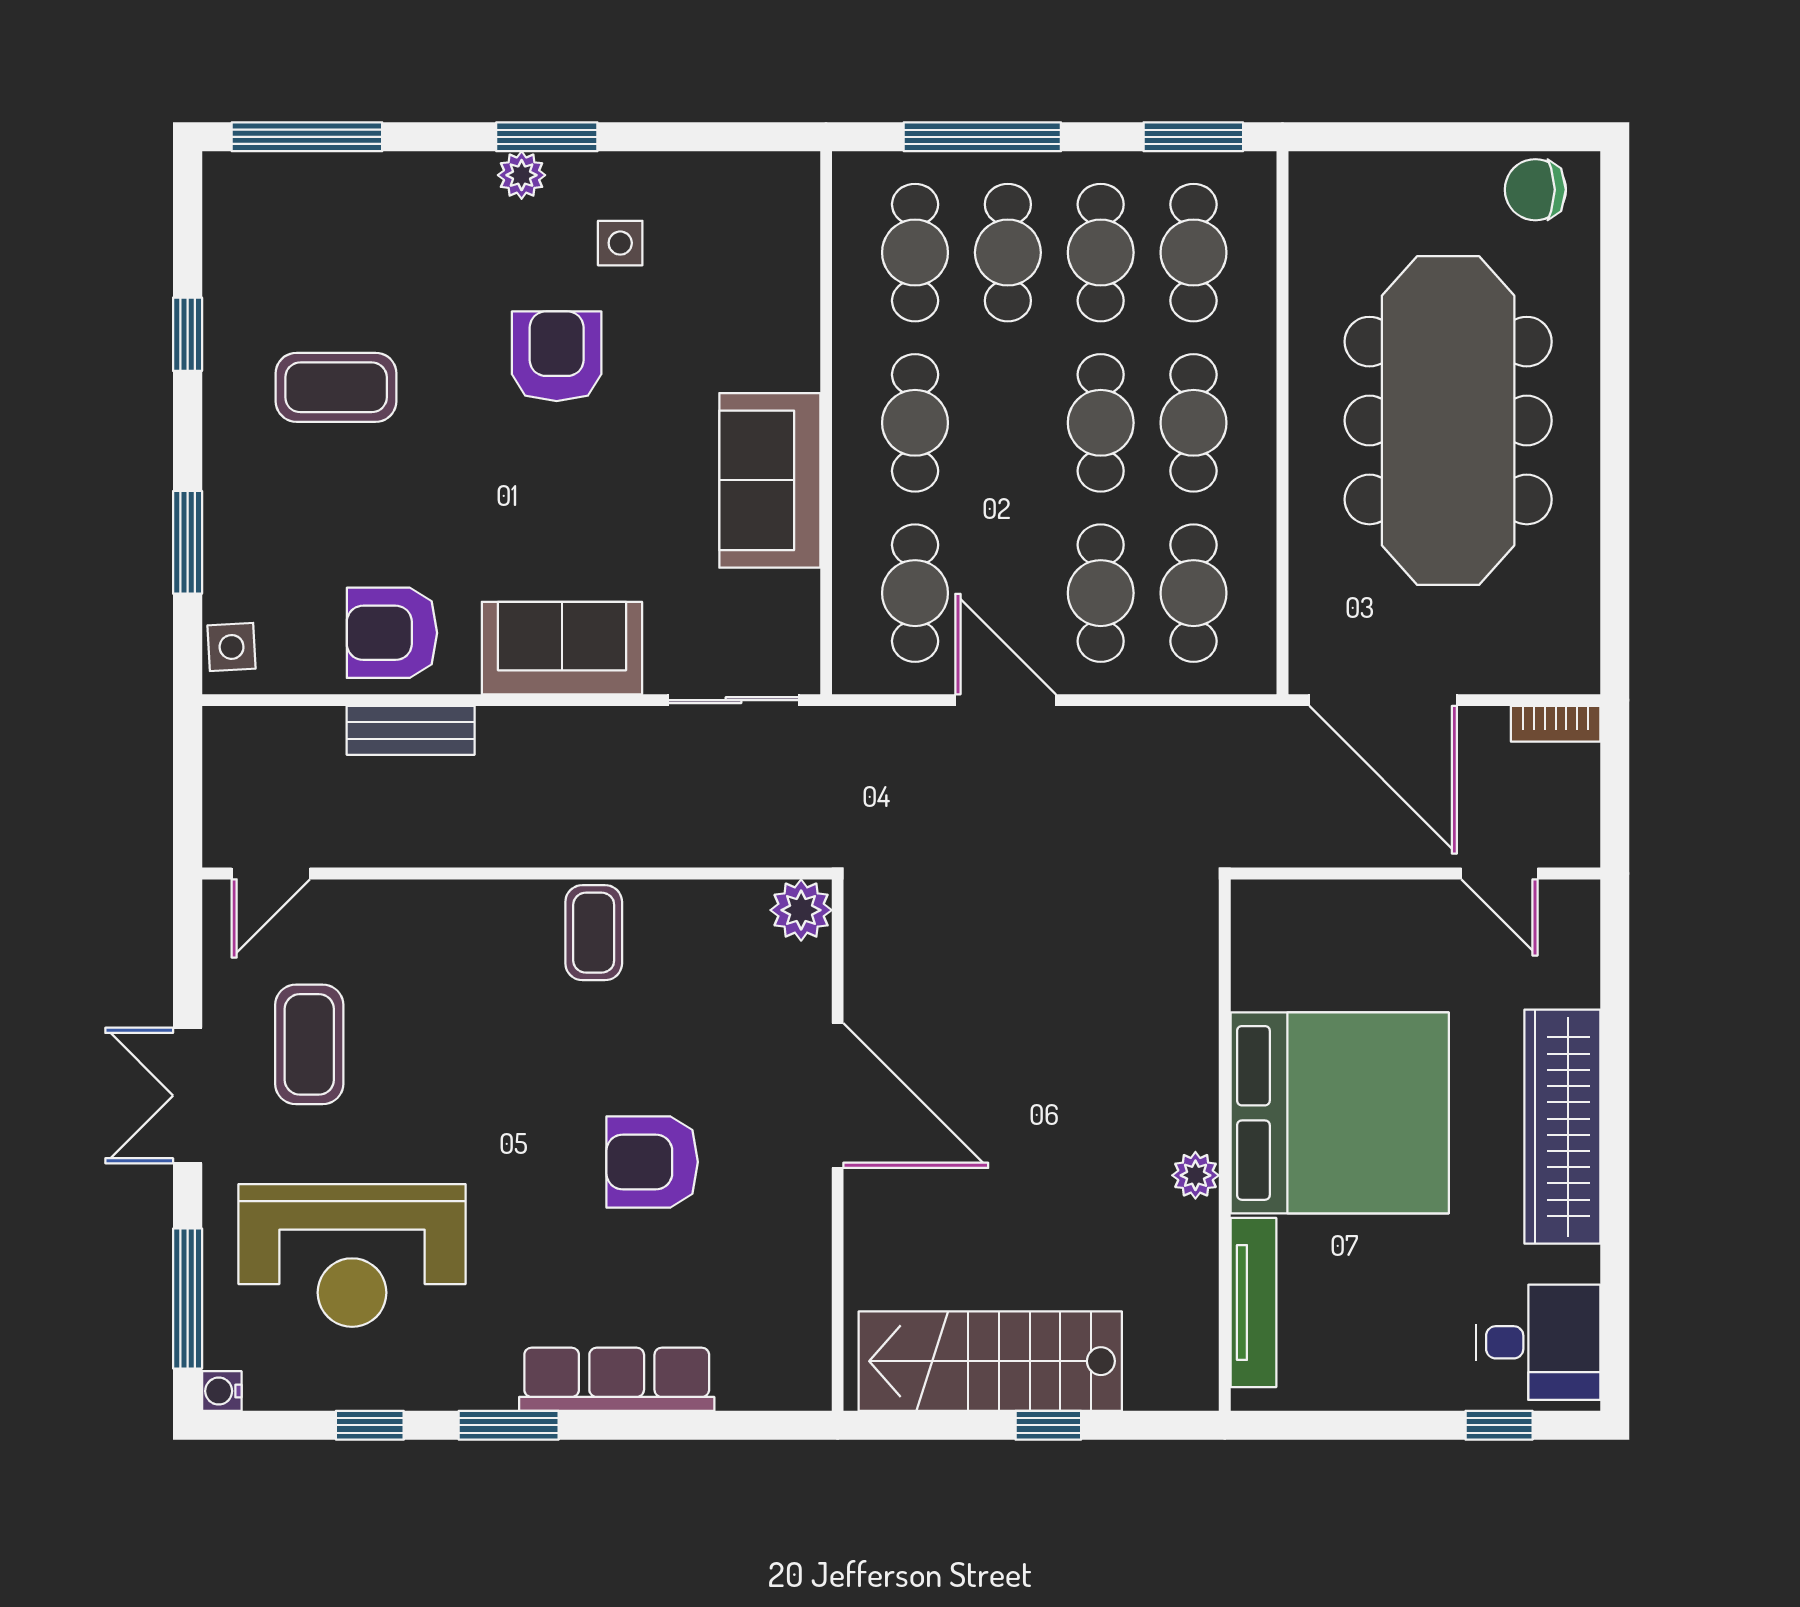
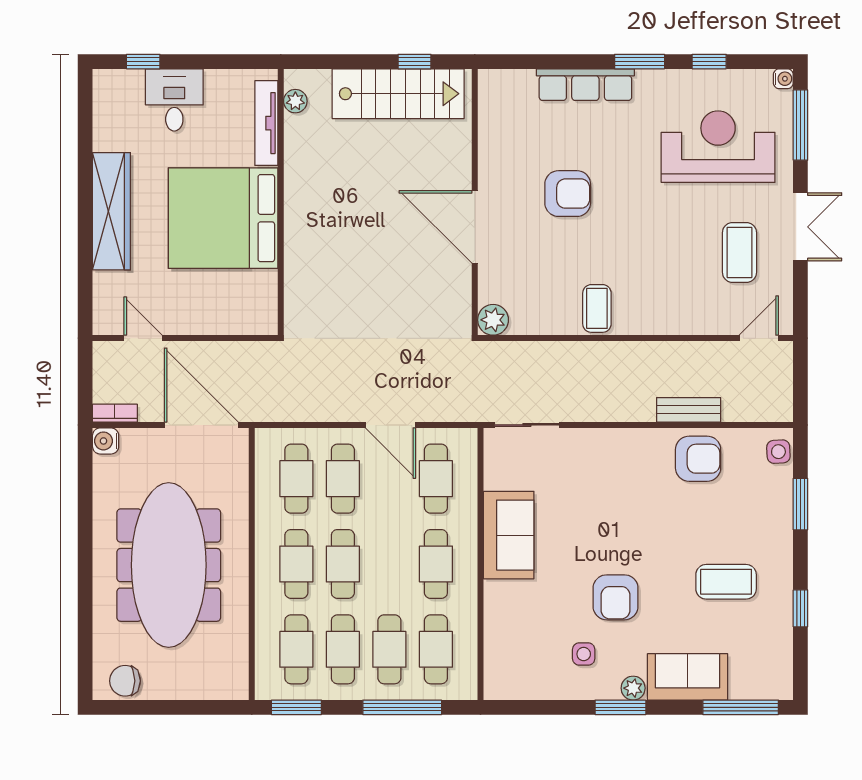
chair: (1535, 190) -> (125, 681), turned 180
sofa: (562, 648) -> (688, 677), moved, turned 180
water cooler: (1574, 668) -> (106, 441), added
plant: (1195, 1175) -> (295, 101), moved
desk: (1538, 1342) -> (174, 100), moved, turned 90
window: (1048, 1425) -> (414, 62), moved

